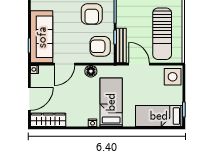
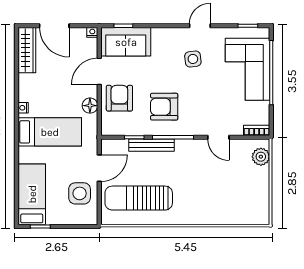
sofa: (42, 37) -> (126, 42), width x0.73
bench: (121, 45) -> (151, 145), moved
armchair: (100, 46) -> (119, 98), moved
door: (65, 64) -> (99, 71), hinge flipped
side table: (173, 77) -> (80, 193), moved

